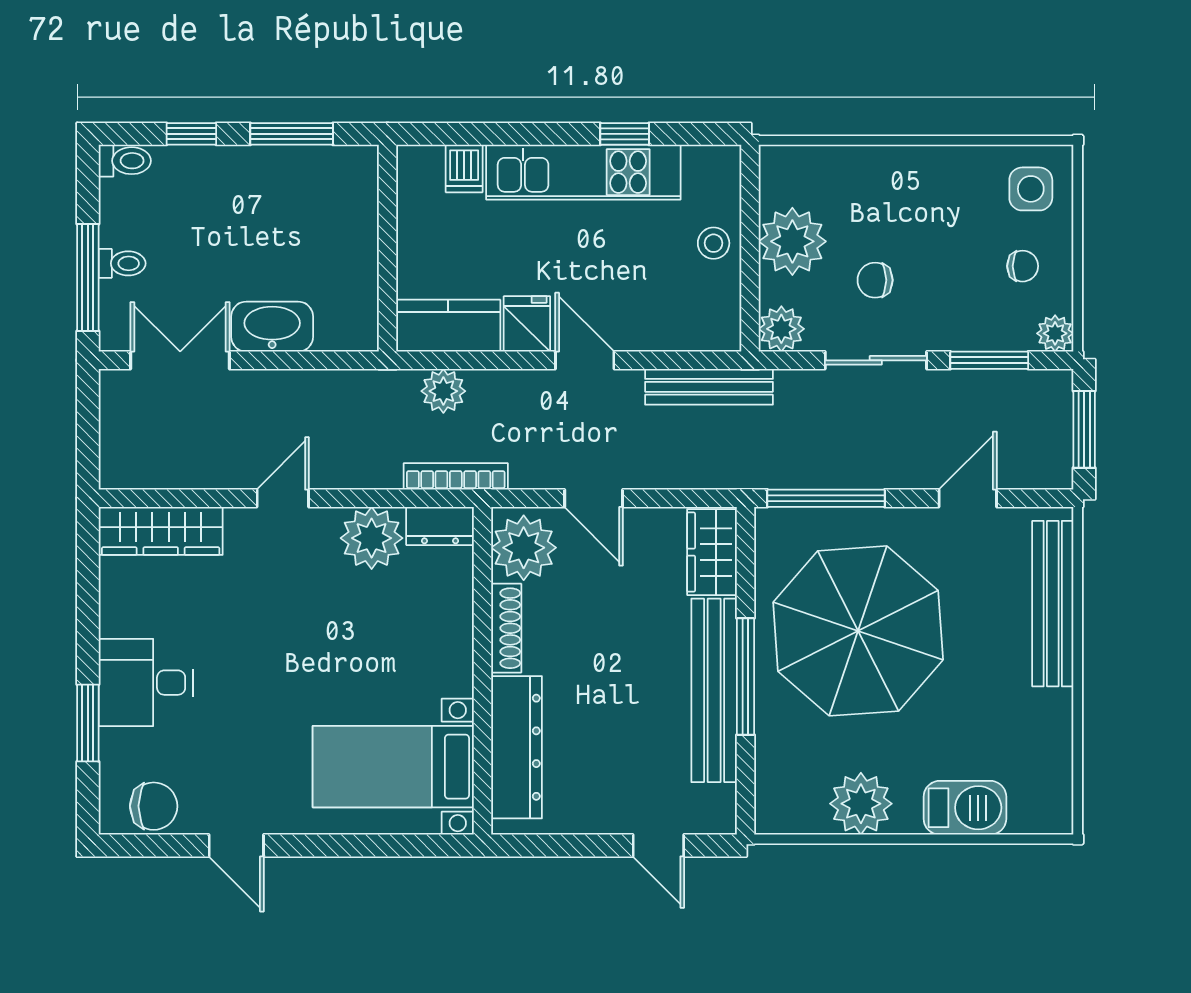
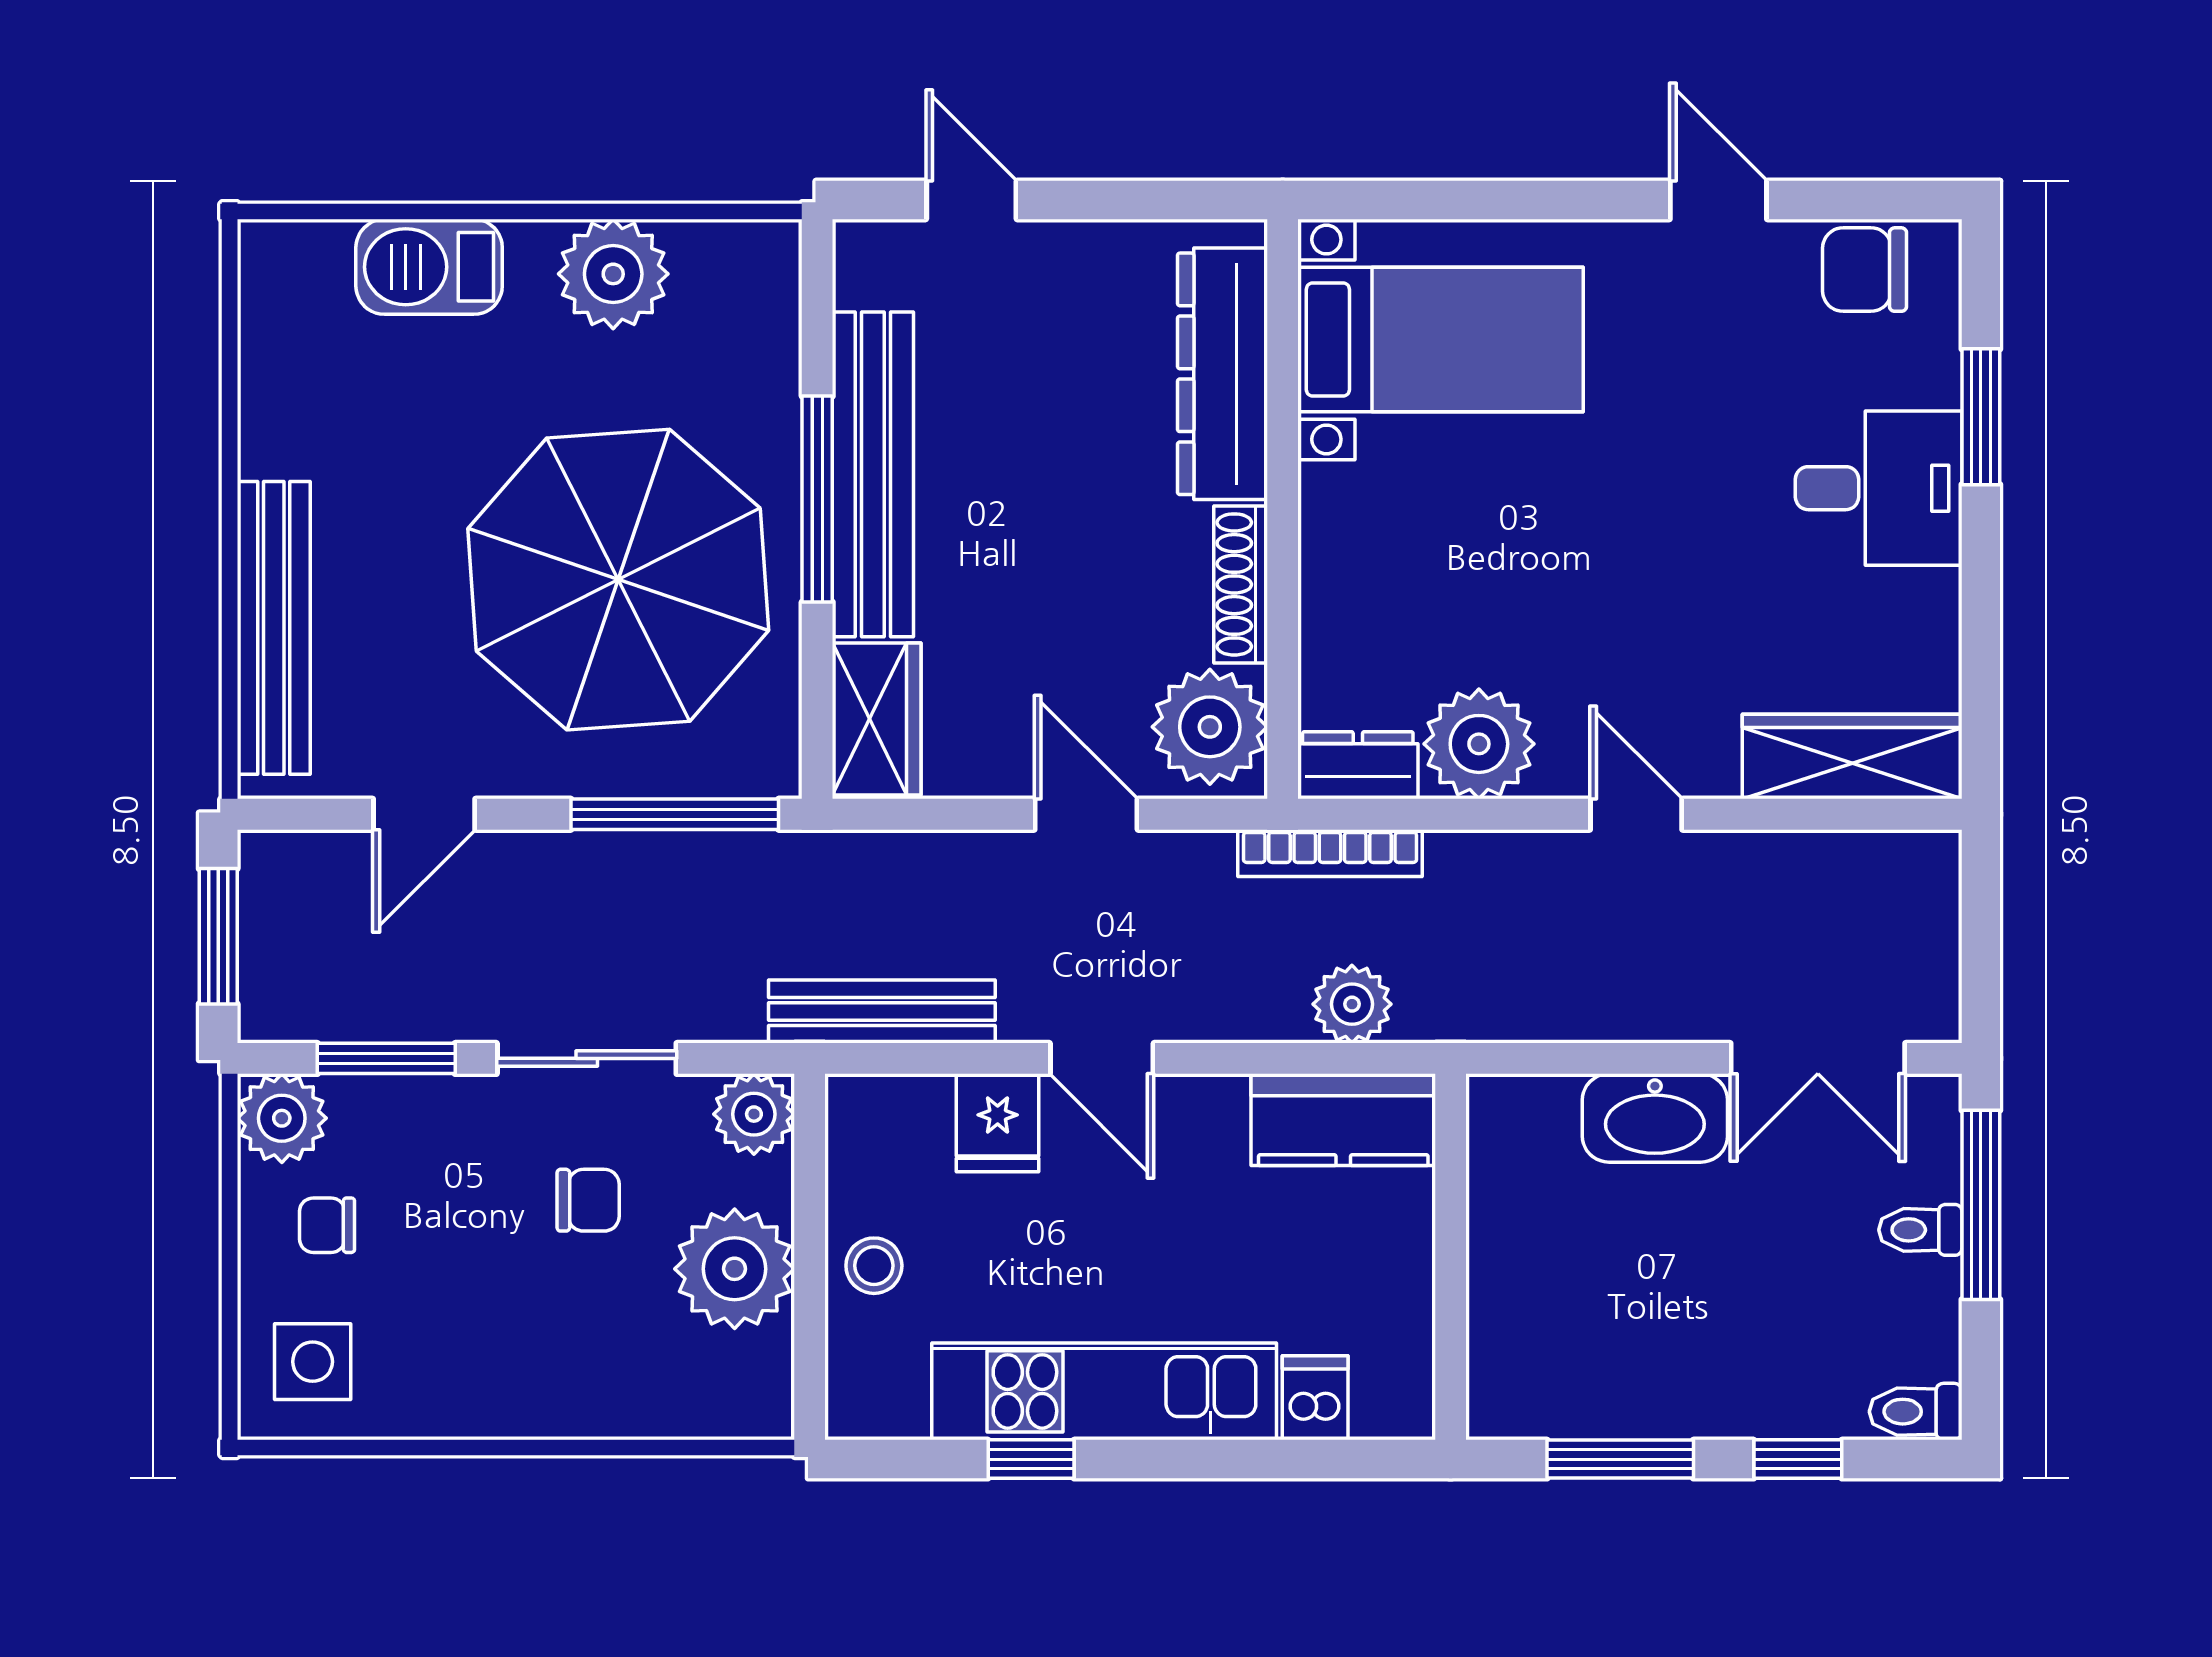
fridge: (527, 324) -> (998, 1123), moved
plant: (1055, 333) -> (282, 1118), width x1.38, depth x1.38
door: (283, 498) -> (1636, 814), swing flipped

